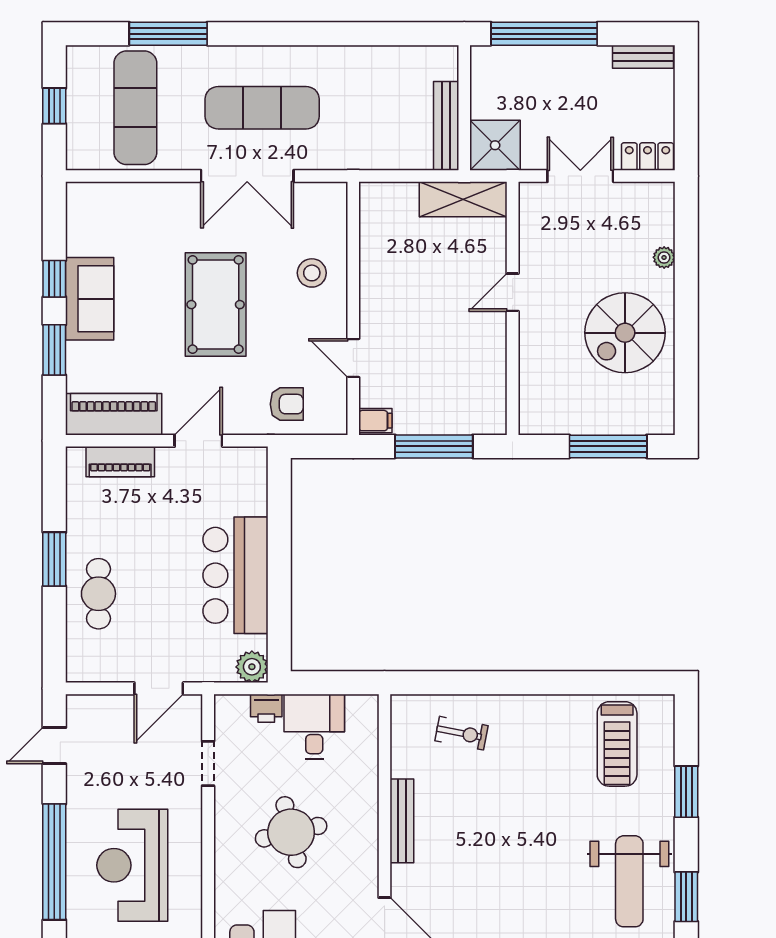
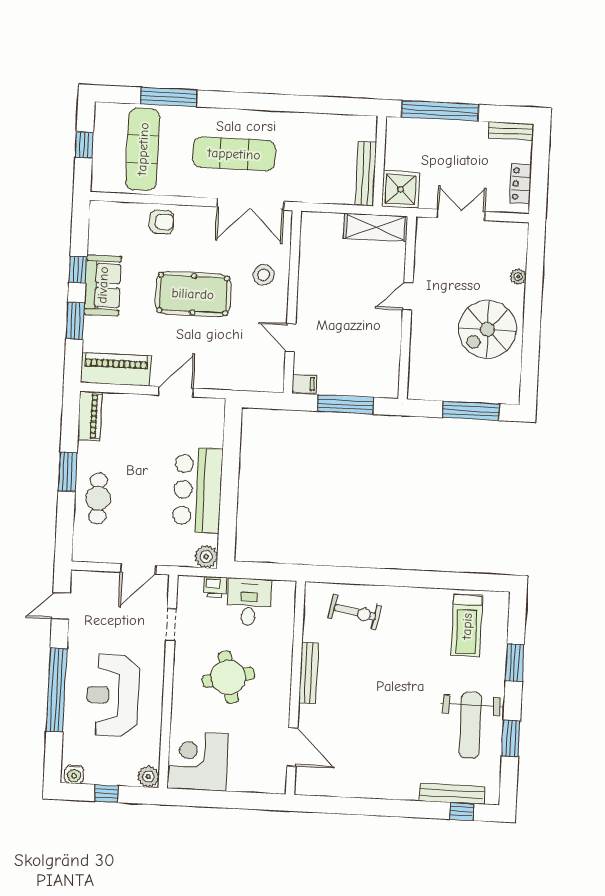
locker: (648, 157) -> (521, 184), moved, turned -90
double door: (247, 176) -> (250, 204), moved
pool table: (216, 305) -> (193, 294), turned 90
armchair: (287, 404) -> (162, 222), moved
piano: (120, 462) -> (90, 416), moved, turned -90
exercise bike: (461, 733) -> (355, 612), width x1.38, depth x1.39

